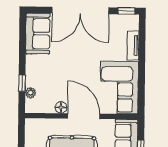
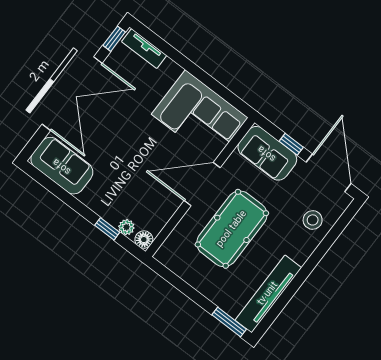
tv unit: (133, 46) -> (144, 49), moved
floor lamp: (61, 107) -> (144, 240), moved

